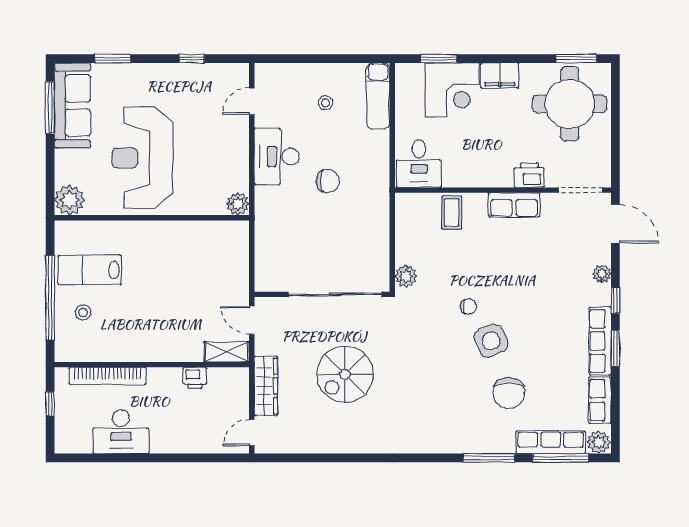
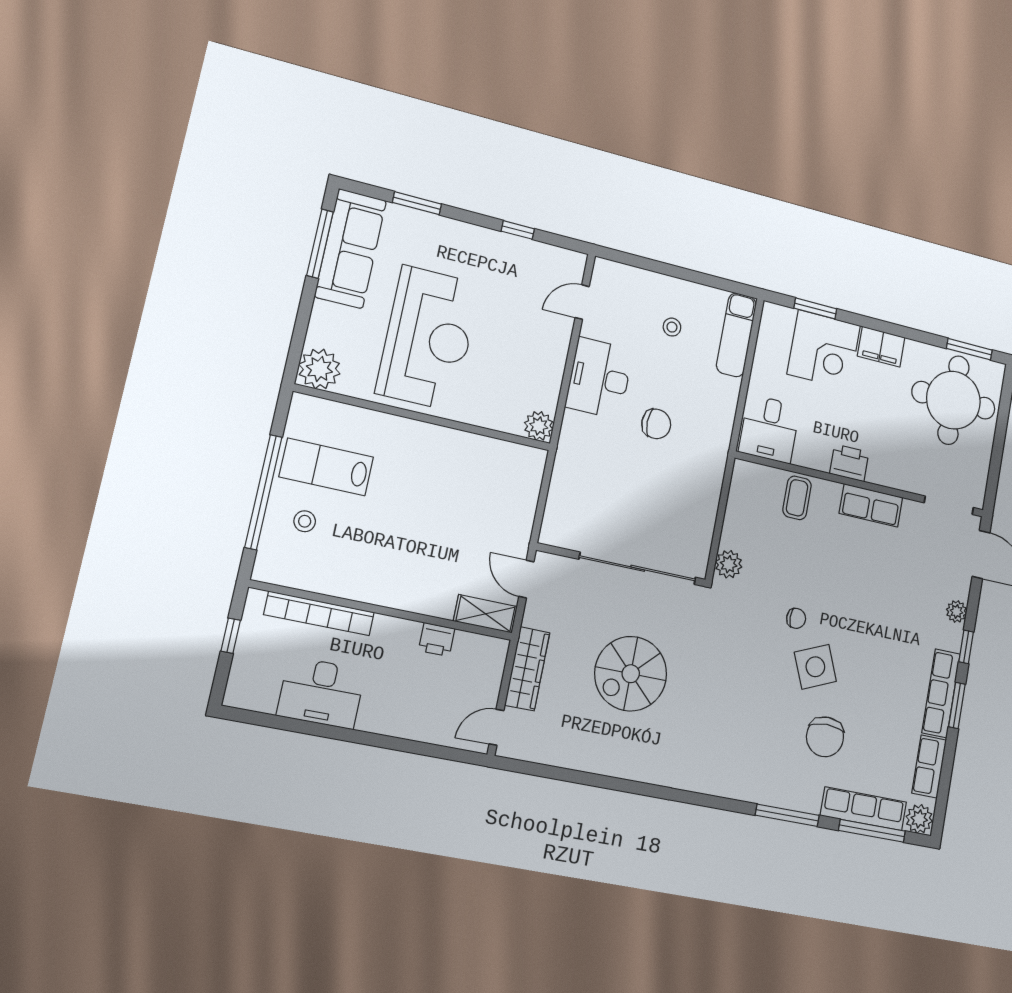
reception desk: (142, 158) -> (428, 338), turned 180
printer: (529, 175) -> (849, 463), moved

